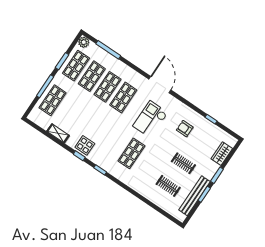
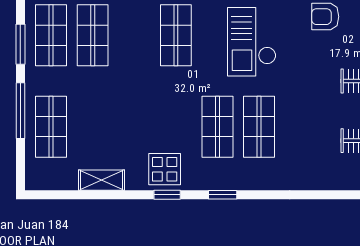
shop shelf: (108, 87) -> (217, 127), moved

